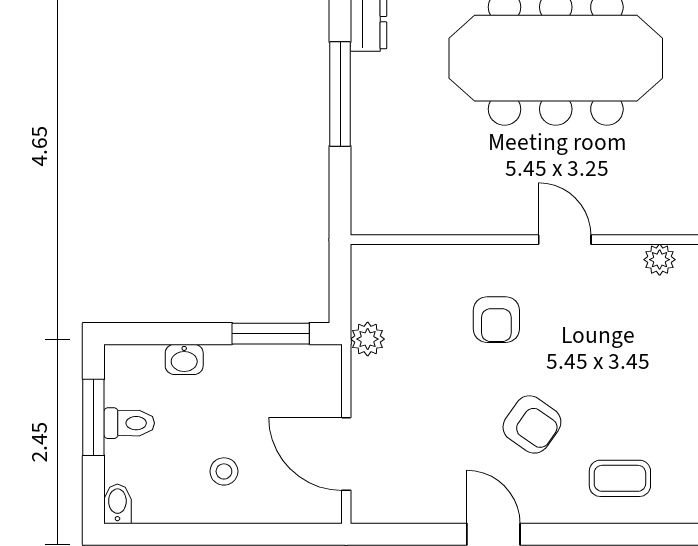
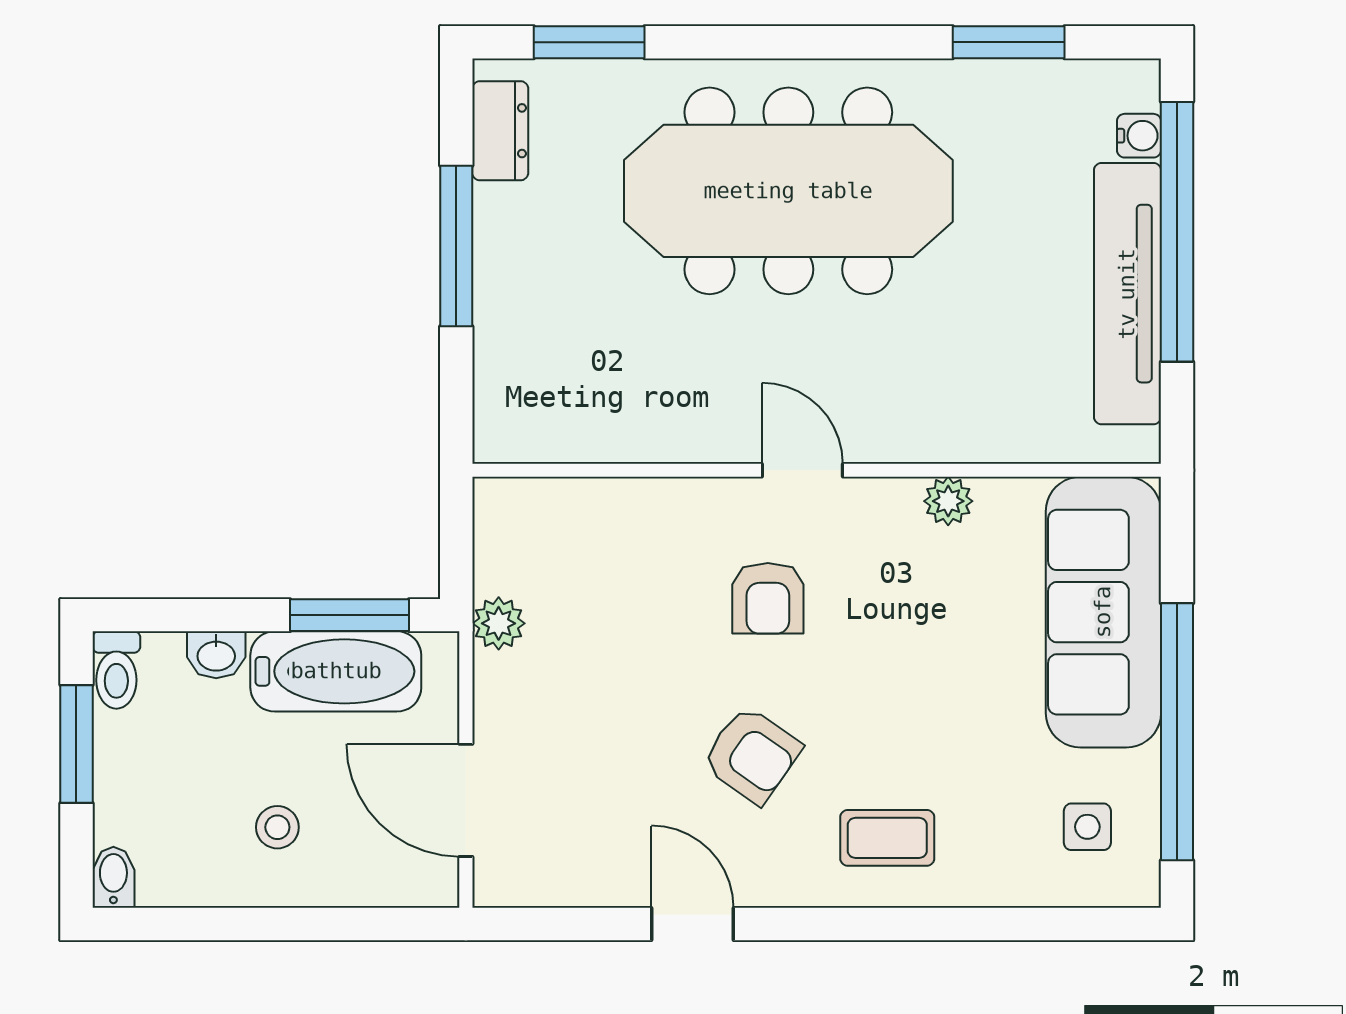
armchair: (496, 320) -> (768, 598), moved
bathtub: (262, 370) -> (336, 671), added
toilet: (129, 423) -> (116, 670), moved, turned 90

